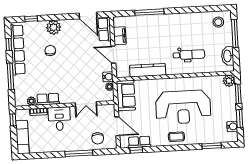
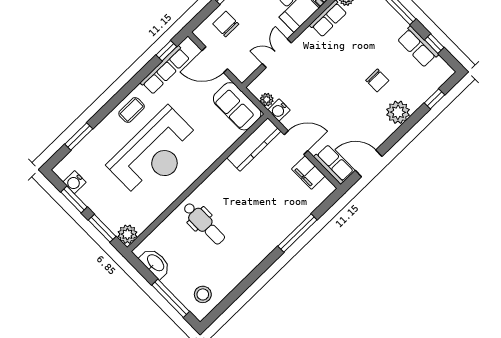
row of seats: (18, 50) -> (418, 47), width x0.50
dental chair: (189, 55) -> (204, 223), turned -90
kitchen counter: (148, 70) -> (254, 144), moved
reception desk: (183, 107) -> (155, 153), turned 180
row of seats: (139, 142) -> (165, 70), width x1.48

